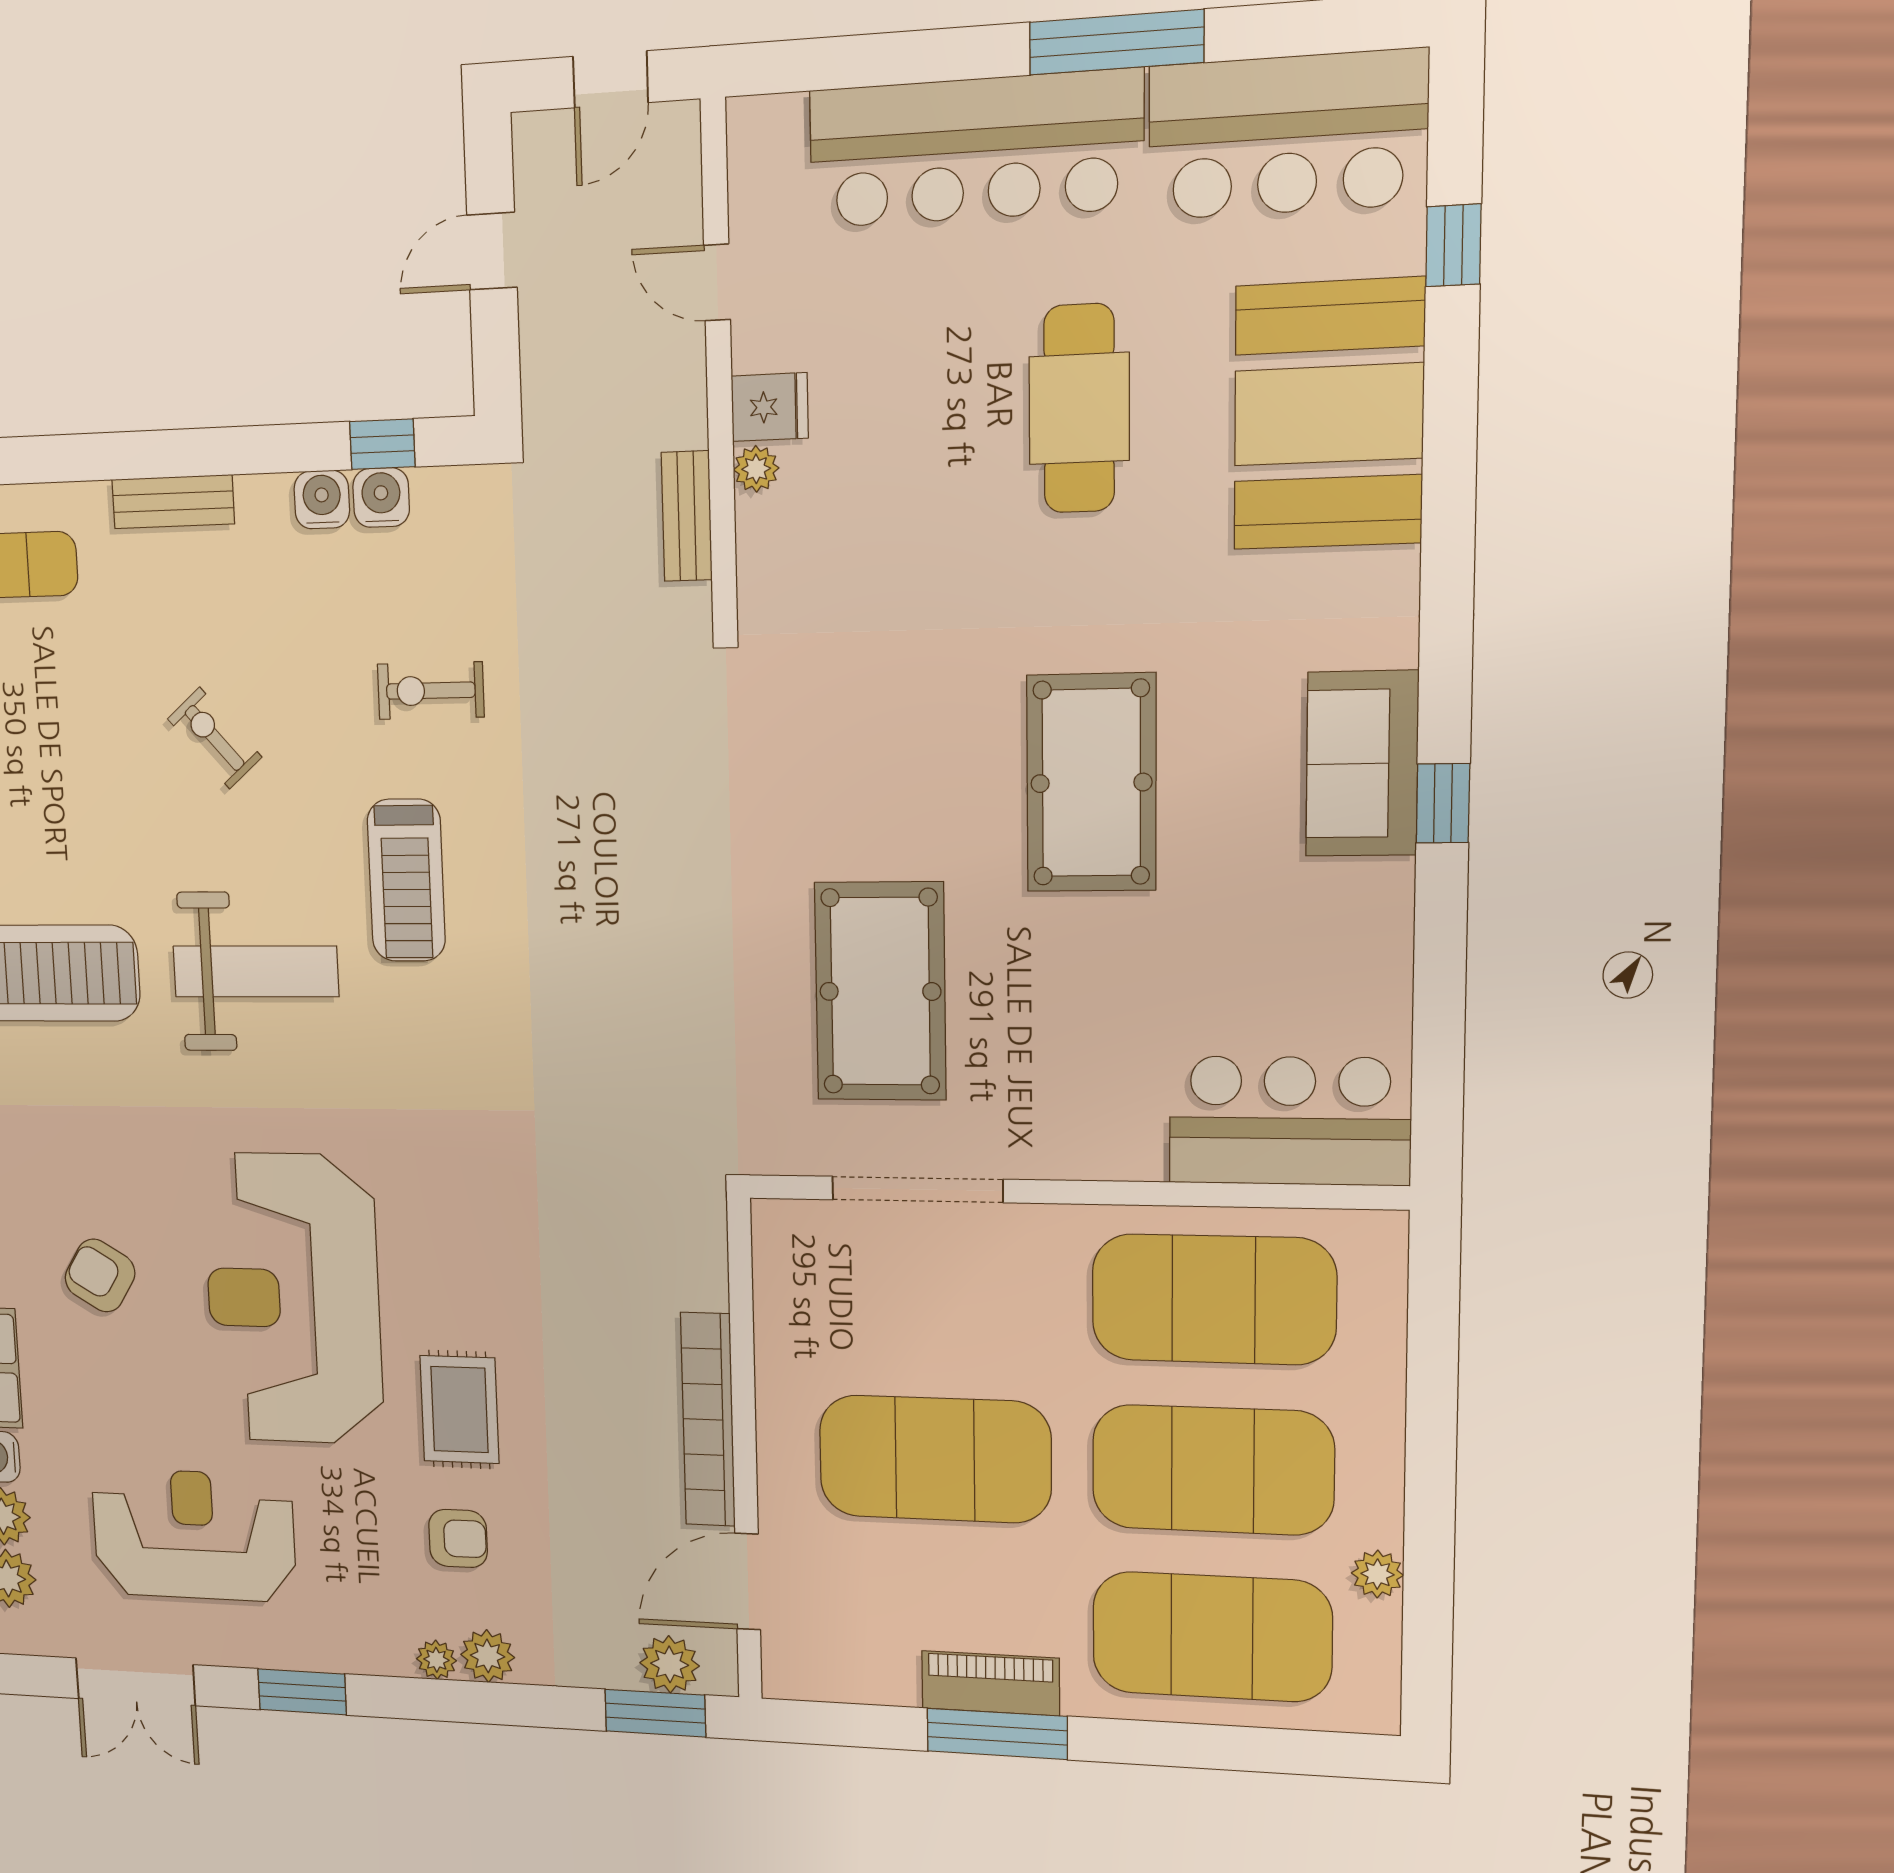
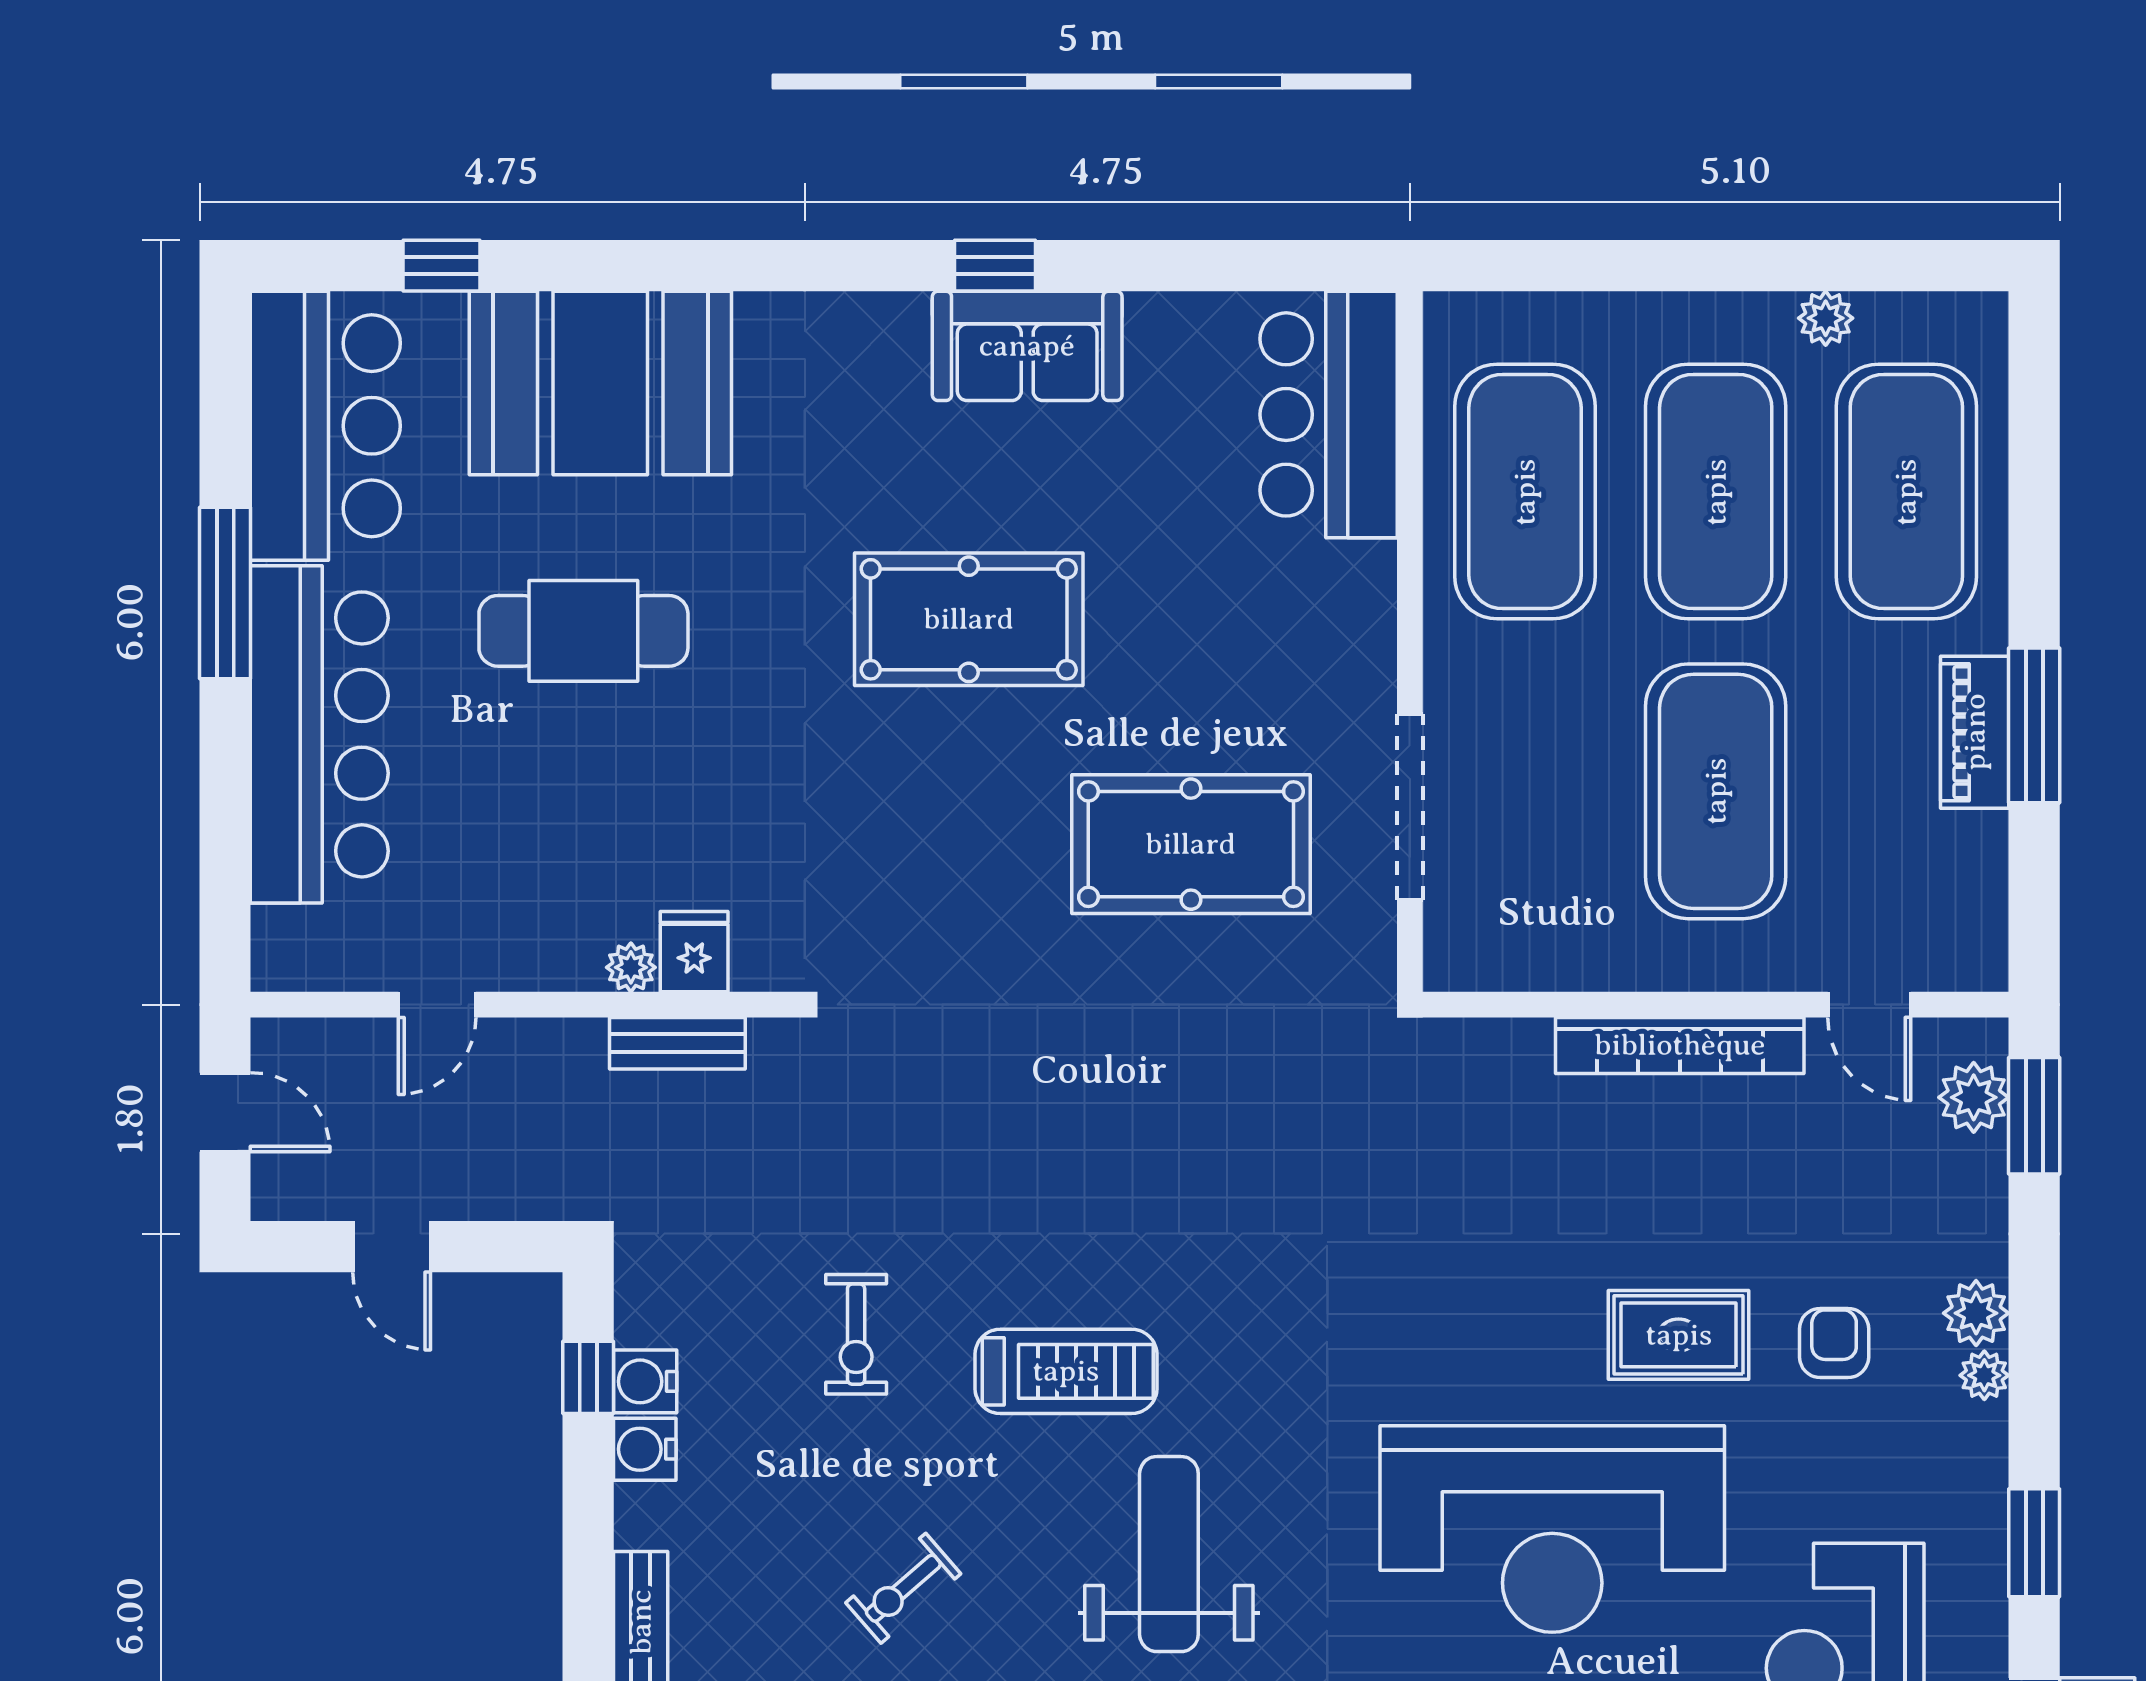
fridge: (770, 407) -> (694, 952), moved
sofa: (1362, 764) -> (1027, 346), moved
door: (748, 1582) -> (1869, 1005), width x0.73

